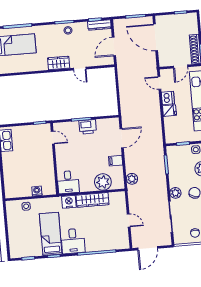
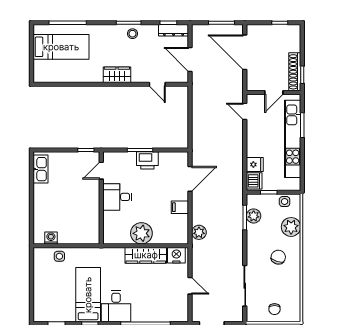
door: (114, 46) -> (190, 59), hinge flipped
door: (80, 69) -> (157, 84), moved
dishwasher: (168, 98) -> (254, 181), moved
fridge: (169, 111) -> (255, 165), moved
door: (53, 138) -> (101, 171), swing flipped
desk: (68, 182) -> (117, 197), moved, turned 90
plant: (103, 182) -> (141, 233), moved
washing machine: (37, 191) -> (51, 238), moved
plant: (175, 193) -> (254, 216), moved
nightstand: (69, 202) -> (176, 255), moved

